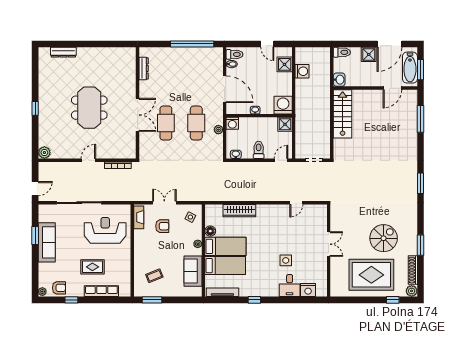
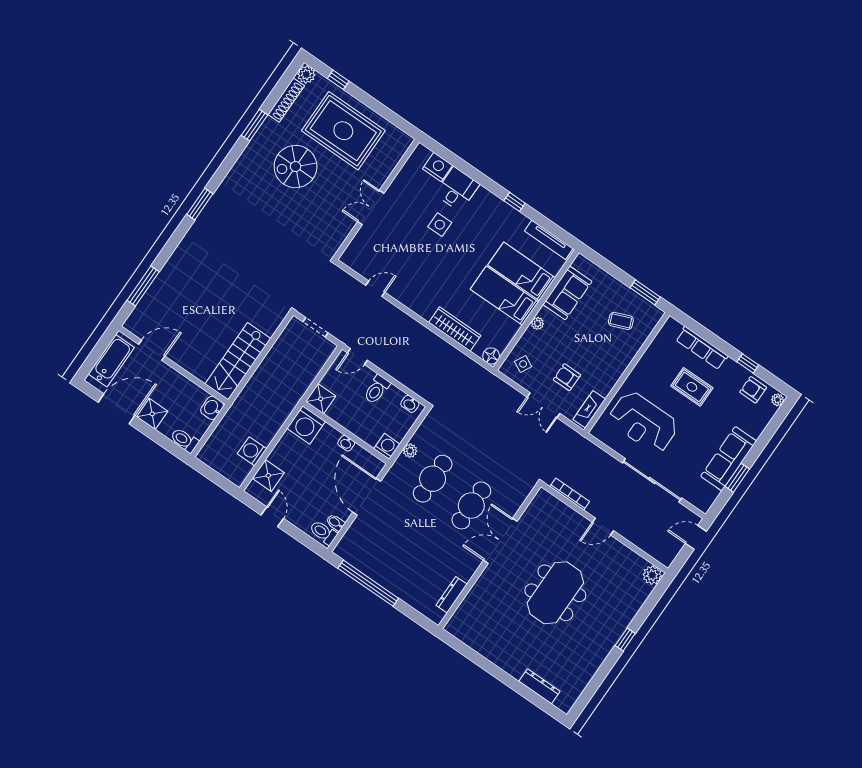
window: (420, 70) -> (100, 349), removed
floor lamp: (210, 231) -> (491, 356), moved

